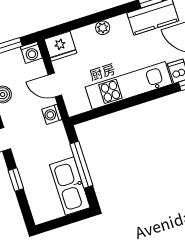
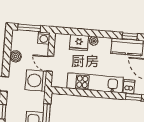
fridge: (60, 46) -> (79, 43), moved
washing machine: (52, 114) -> (36, 81), width x1.89, depth x1.89

